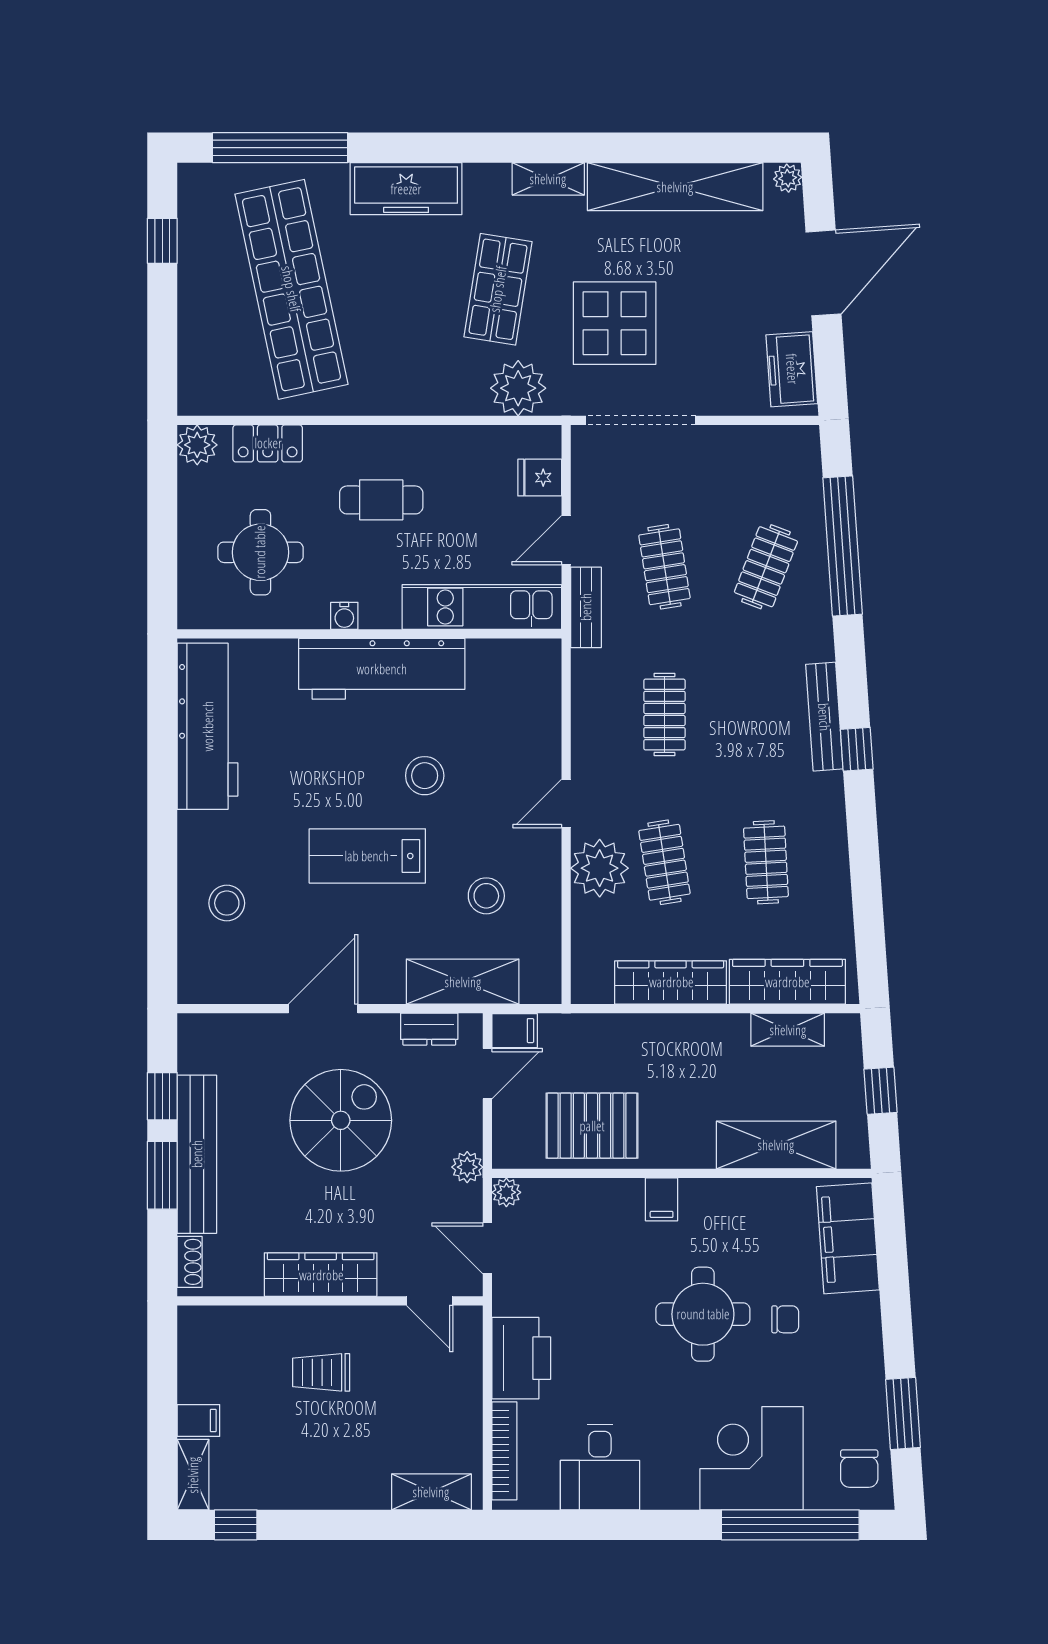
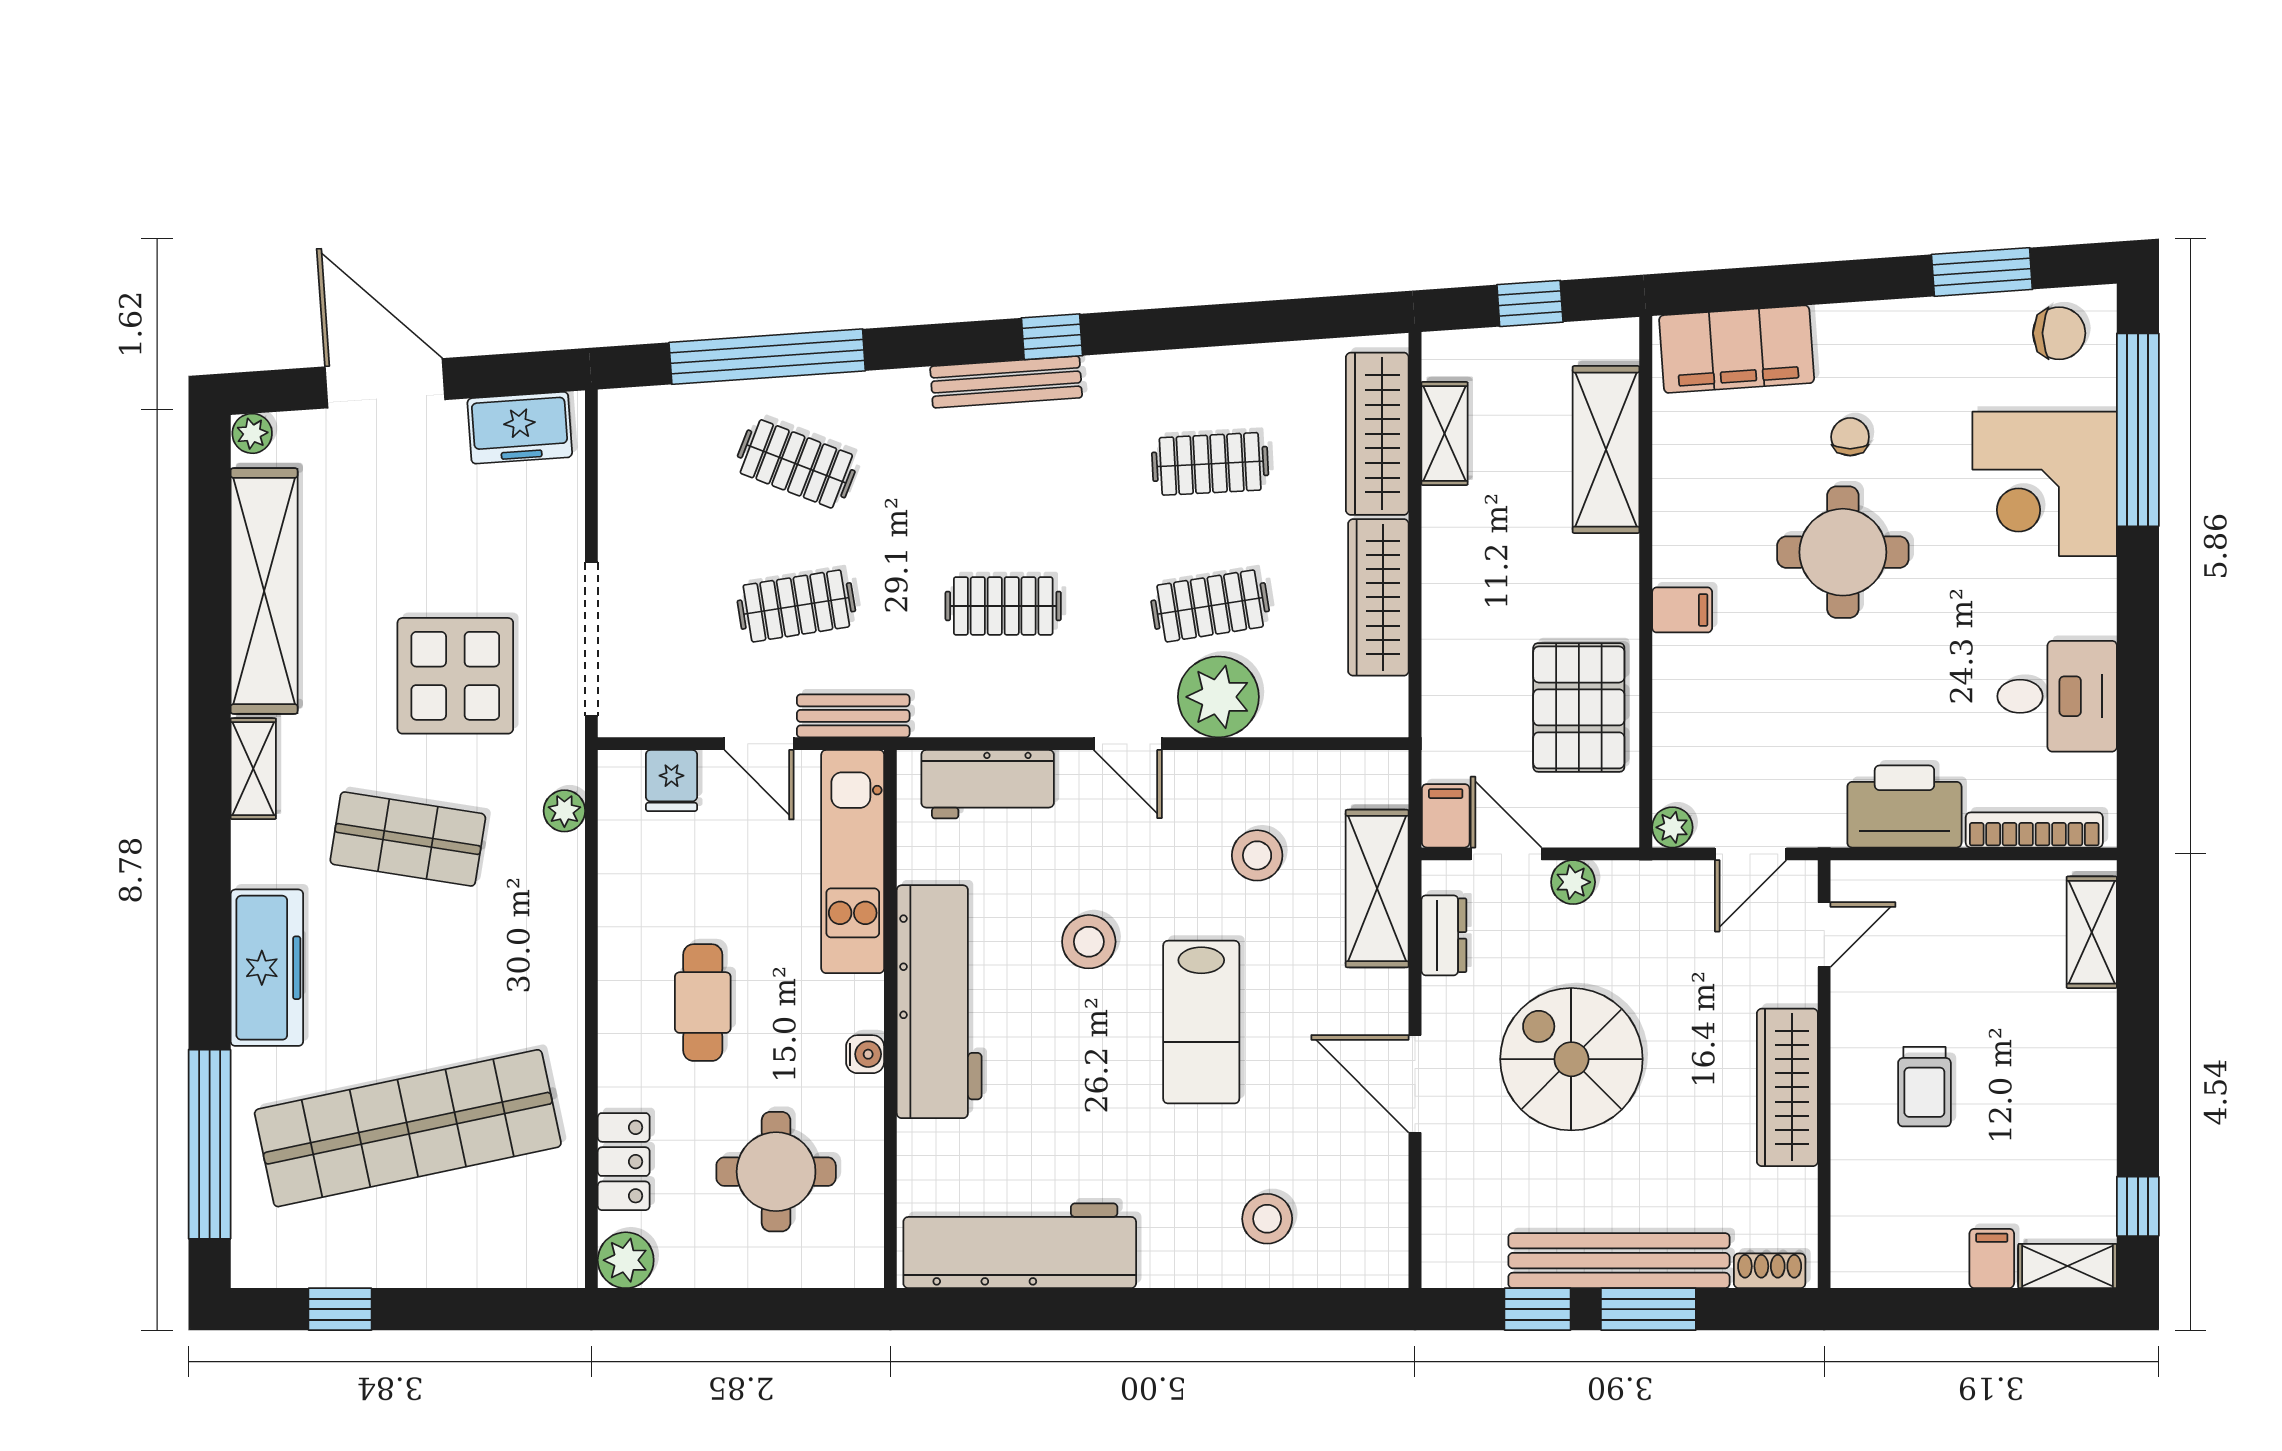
plant: (518, 388) -> (564, 811), width x0.53, depth x0.53
workbench: (537, 703) -> (988, 784), added
plant: (467, 1167) -> (1573, 882), moved

